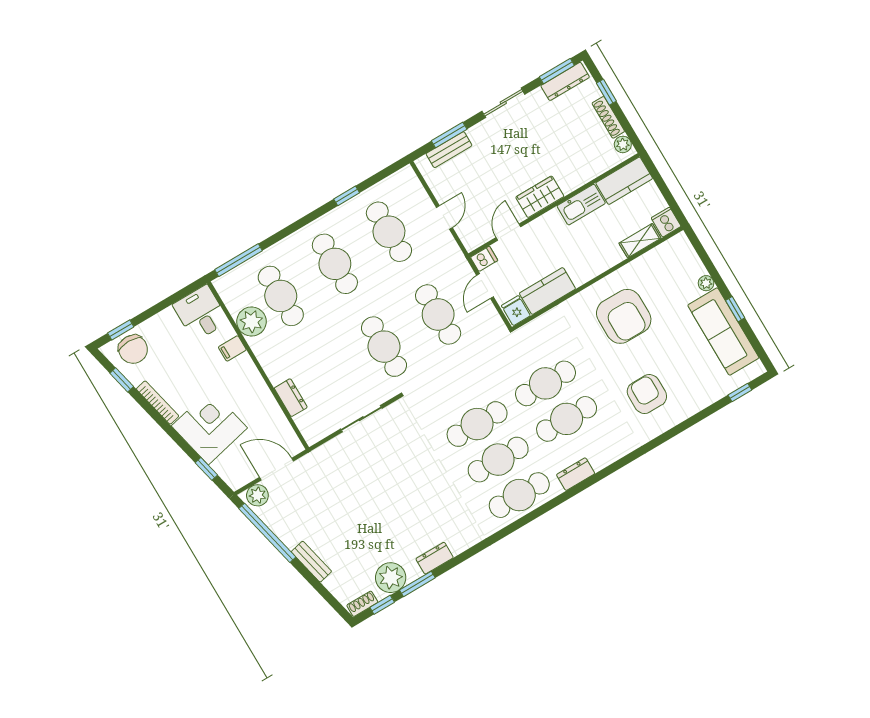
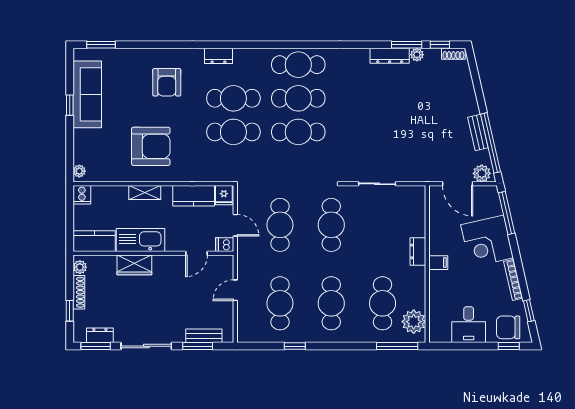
dresser: (565, 81) -> (100, 335), width x0.70
sliding door: (503, 103) -> (146, 346), width x1.37
wardrobe: (540, 197) -> (134, 265), moved
kitchen sink: (581, 205) -> (141, 240), width x1.36, depth x1.24
shelving: (640, 241) -> (145, 193), moved
plant: (706, 283) -> (79, 171), moved
door: (485, 286) -> (235, 225), hinge flipped
desk: (201, 313) -> (469, 325), moved
armchair: (624, 316) -> (151, 146), turned 90
plant: (251, 322) -> (414, 322), moved
filing cabinet: (232, 348) -> (438, 263), moved
chair: (133, 349) -> (508, 327), turned -90
window: (740, 392) -> (101, 45), width x1.50
dresser: (291, 398) -> (418, 251), moved
window: (206, 469) -> (507, 213), width x2.17
dresser: (576, 474) -> (218, 56), moved
dresser: (435, 558) -> (390, 56), width x1.44
bench: (311, 562) -> (478, 132), moved
plant: (391, 578) -> (417, 55), width x0.53, depth x0.53

